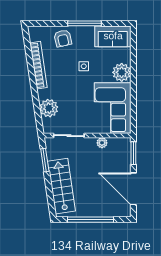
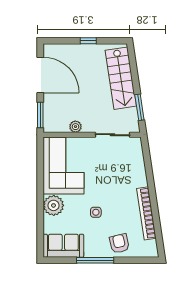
plant: (49, 108) -> (135, 165), removed
window: (90, 220) -> (88, 41), width x0.32

